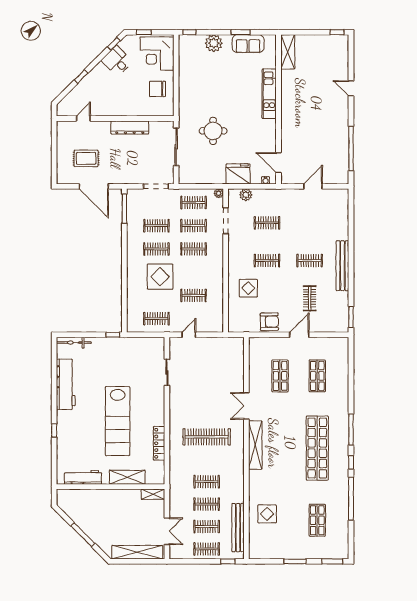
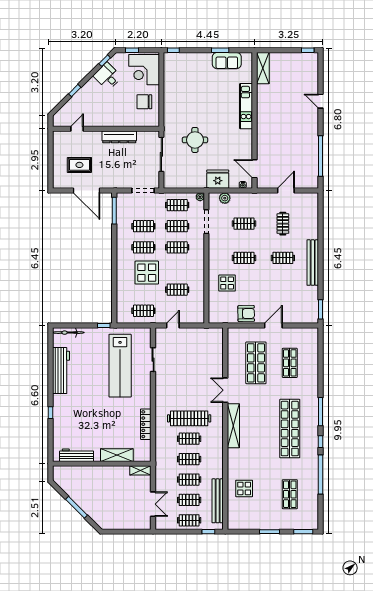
plant: (214, 43) -> (196, 60), removed
clothes rail: (310, 298) -> (283, 224), moved
shop shelf: (280, 376) -> (256, 363), width x1.43, depth x1.36
lab bench: (118, 421) -> (120, 366), moved
clothes rail: (207, 459) -> (189, 439), added
shelving: (137, 552) -> (126, 523), removed

